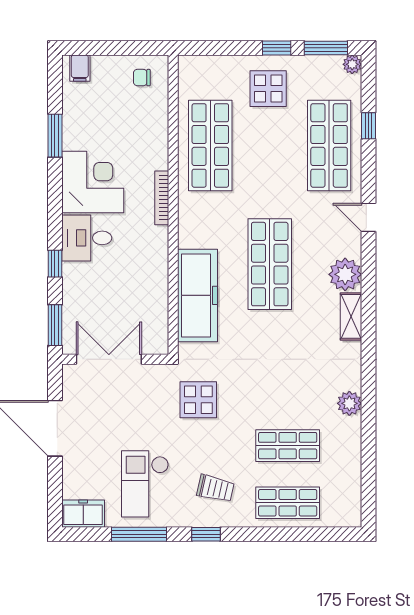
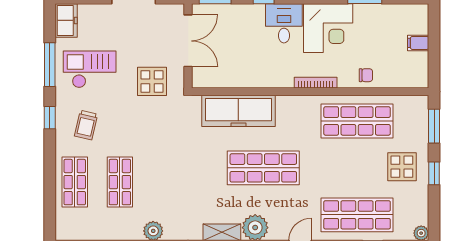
window: (326, 48) -> (434, 126), moved
filing cabinet: (80, 68) -> (418, 43), moved
chair: (142, 78) -> (366, 75), moved, turned 90
display table: (198, 400) -> (152, 81), moved

